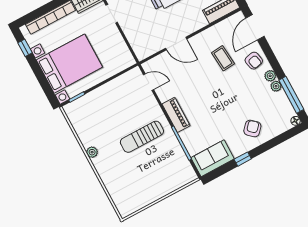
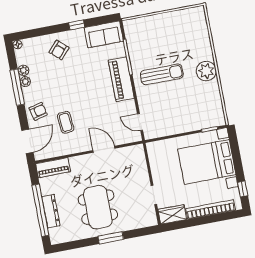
armchair: (254, 61) -> (38, 111), turned 88
plant: (270, 76) -> (23, 70), moved
window: (291, 95) -> (17, 87), moved
piano: (176, 115) -> (121, 79), width x1.37, depth x1.33
plant: (92, 152) -> (206, 71), width x1.87, depth x1.87

